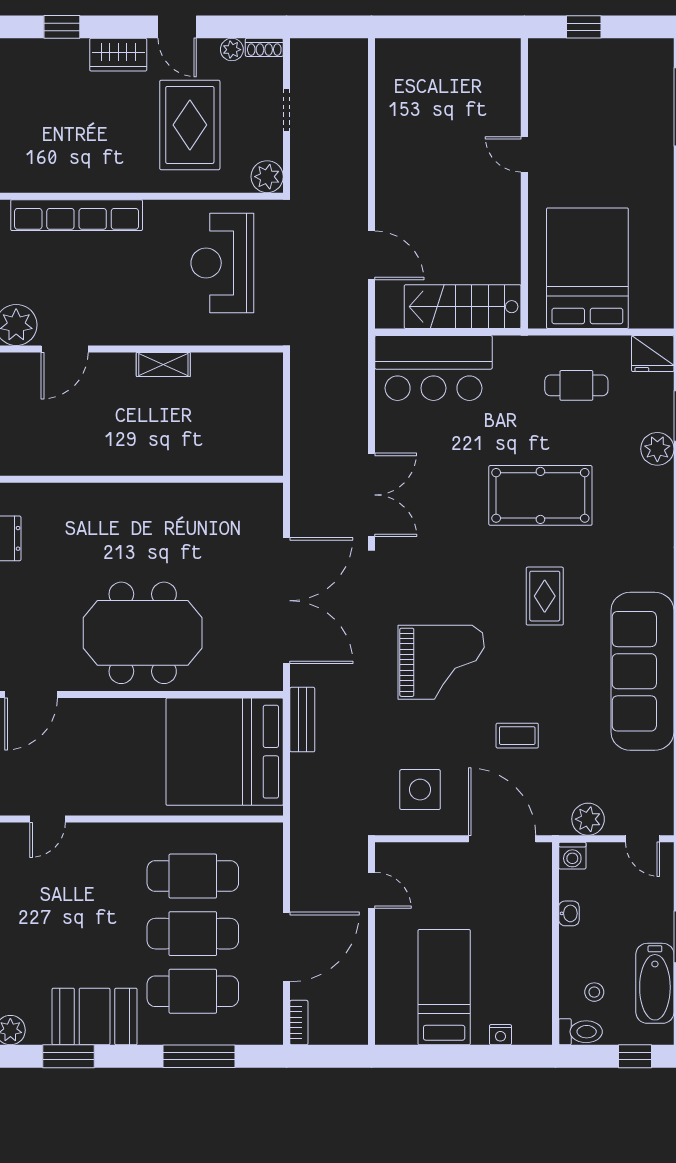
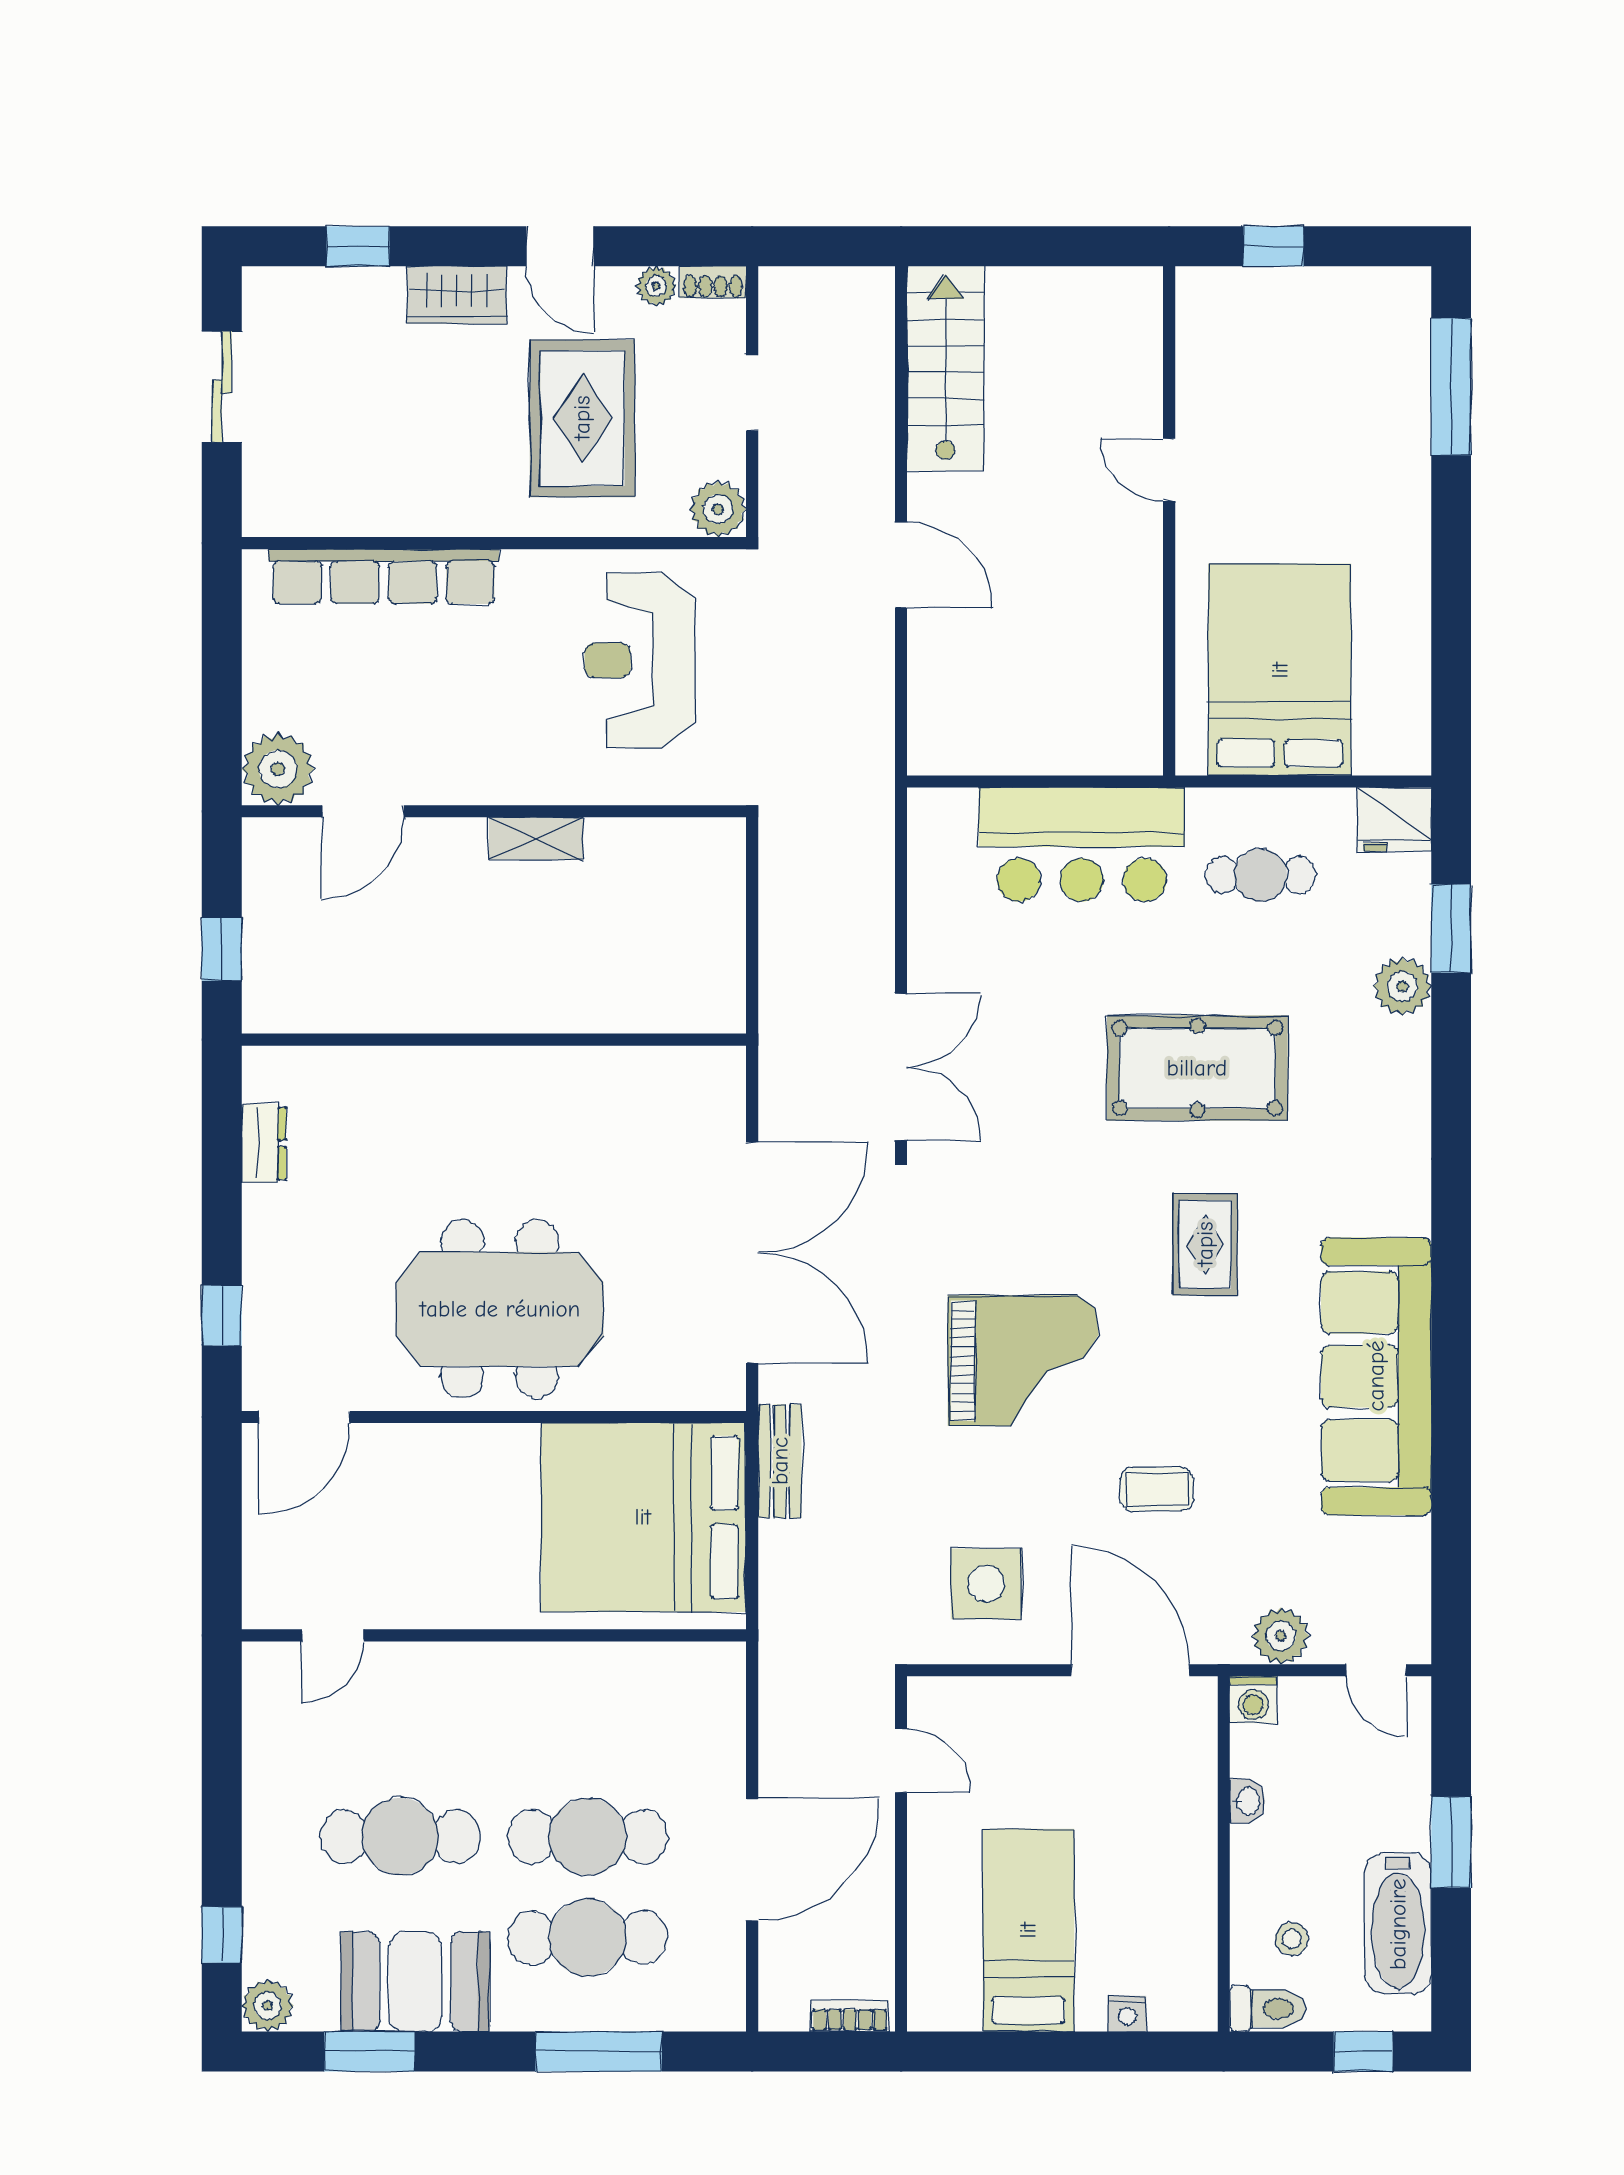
door: (371, 255) -> (901, 565), moved
stairs: (463, 307) -> (946, 368), moved, turned 90
bar counter: (433, 368) -> (1082, 845), moved
cafe table: (193, 876) -> (400, 1837), moved
bookcase: (299, 1023) -> (850, 2016), moved, turned -90

